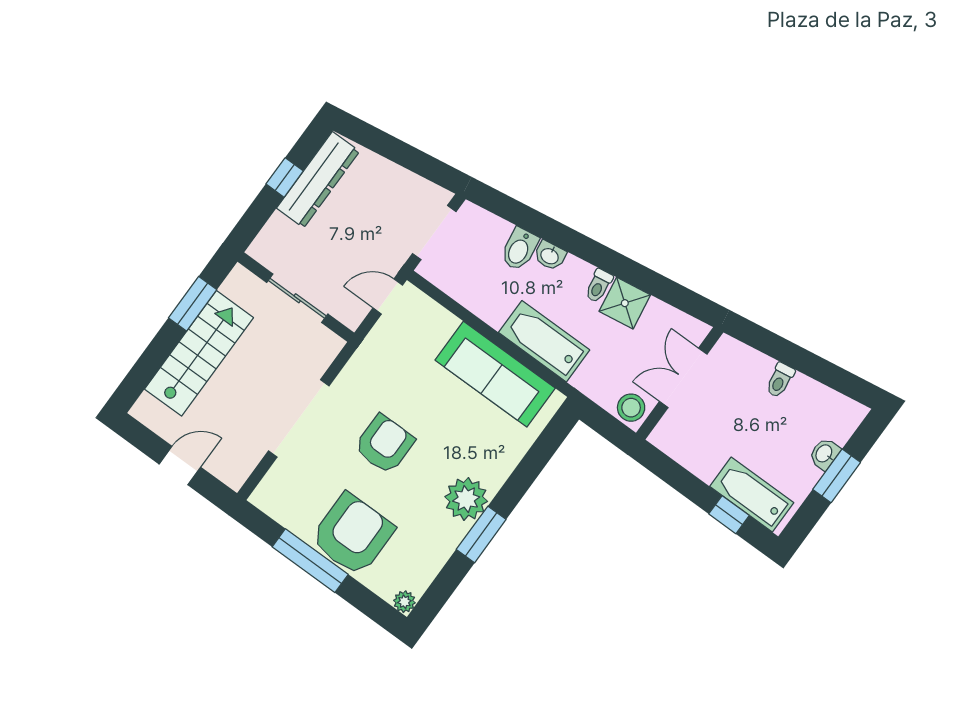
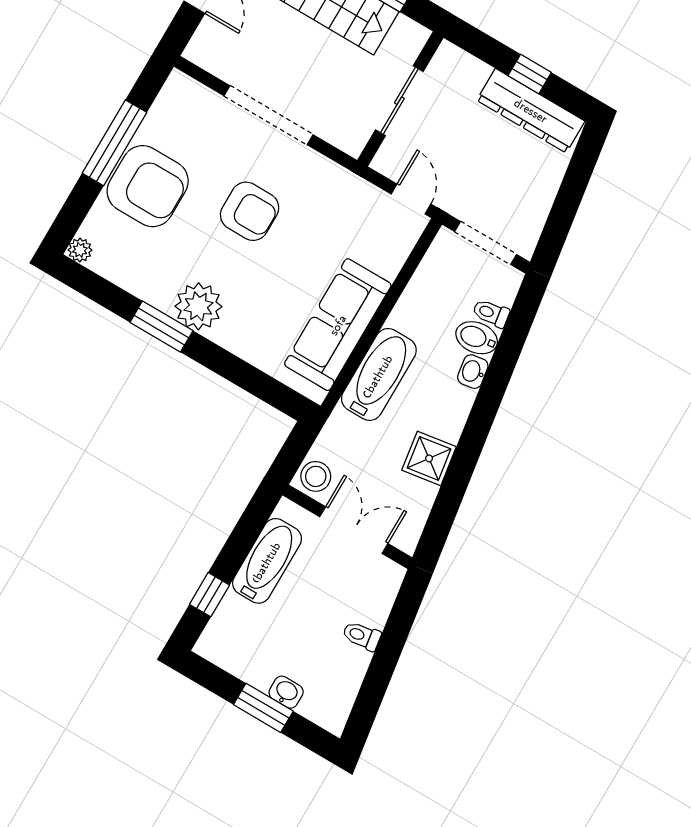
toilet: (599, 286) -> (491, 313), moved
bathtub: (752, 495) -> (267, 561), moved

